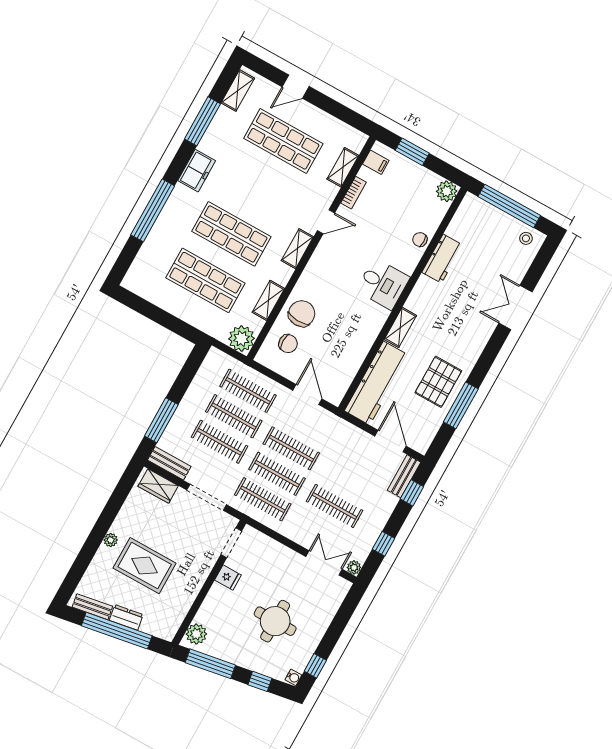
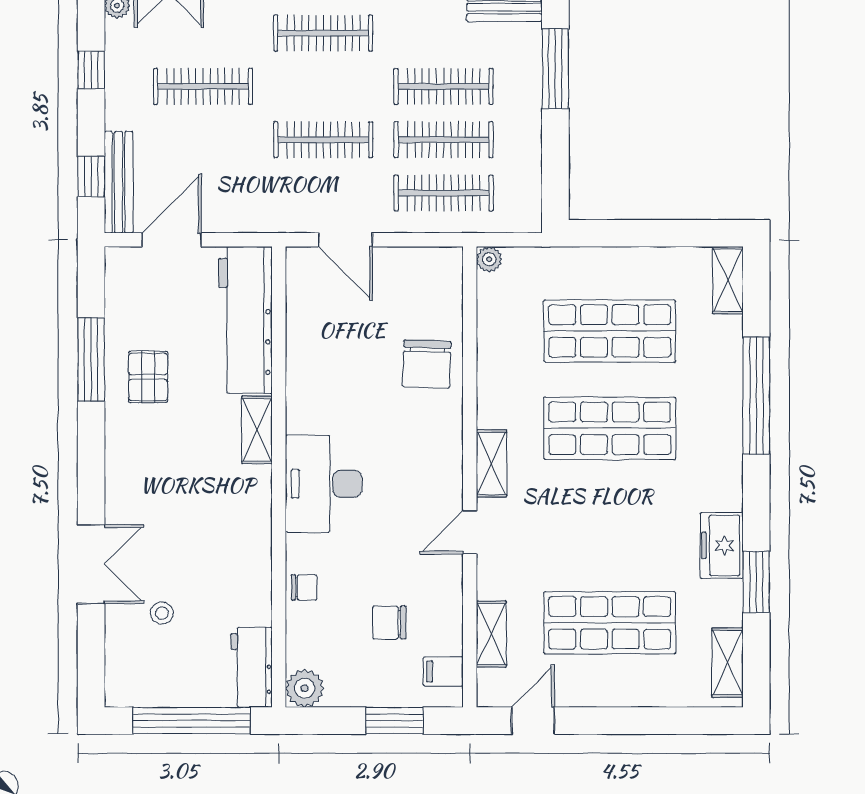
door: (296, 87) -> (533, 721), moved
window: (202, 121) -> (756, 582), width x0.69
freezer: (197, 171) -> (722, 545), moved
bookcase: (353, 193) -> (452, 603), removed
stool: (526, 238) -> (162, 613), moved
workbench: (442, 259) -> (251, 667), moved
desk: (383, 284) -> (324, 484), width x1.37
shelving: (268, 300) -> (728, 280), moved
plant: (241, 339) -> (489, 259), width x0.53, depth x0.53
chair: (288, 344) -> (389, 623), moved
pallet: (438, 382) -> (148, 377), width x0.67, depth x0.71
door: (390, 441) -> (172, 240), swing flipped
clothes rail: (277, 474) -> (323, 86), removed
bench: (404, 476) -> (119, 182), width x1.36

